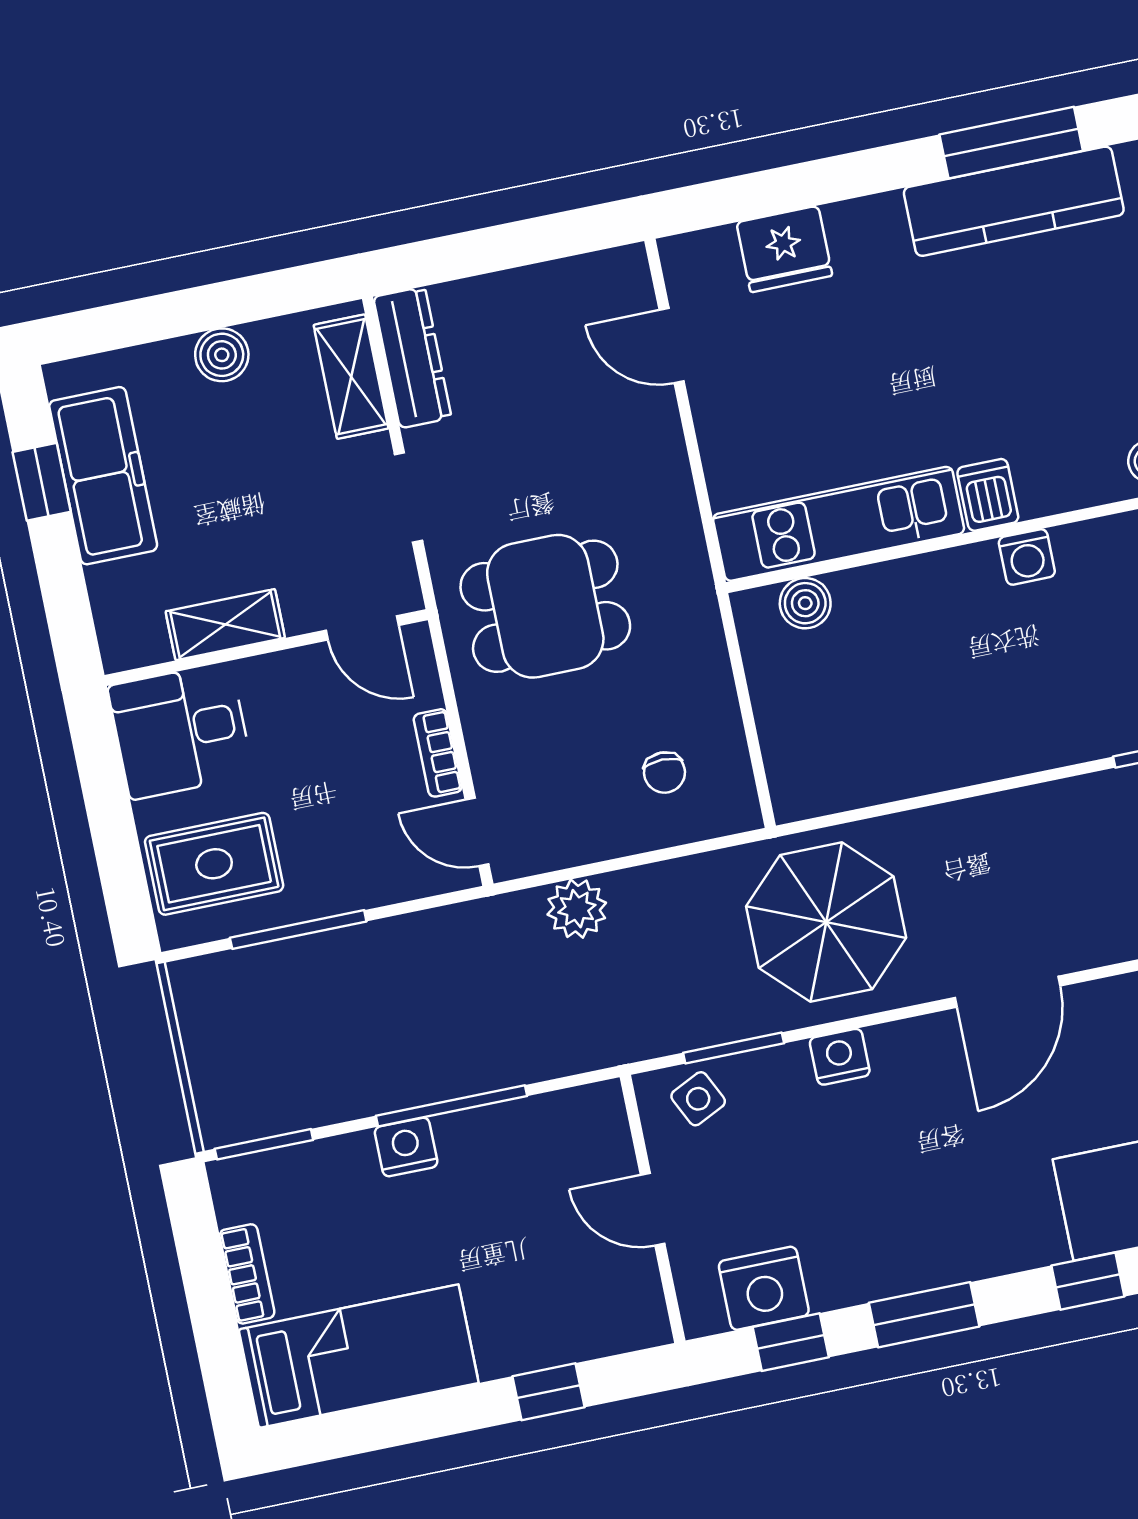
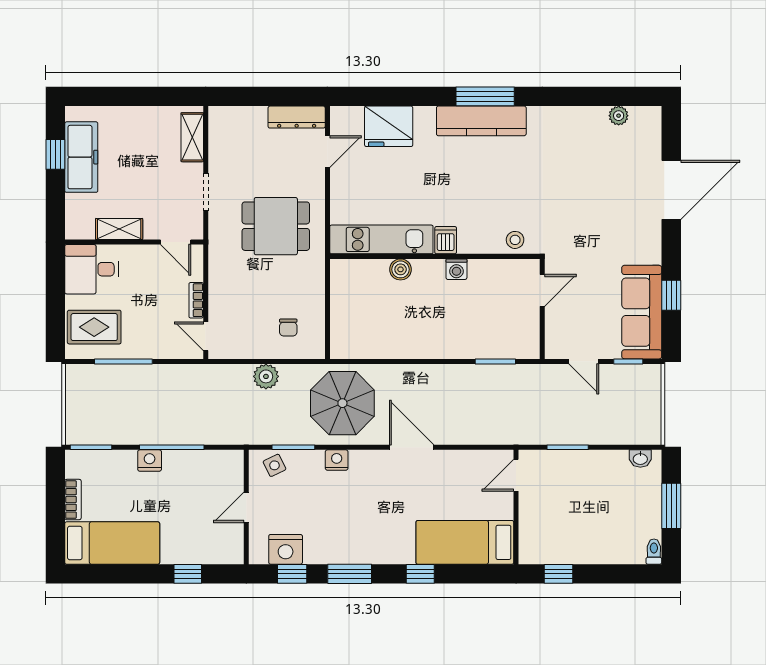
fridge: (784, 249) -> (389, 126), width x1.36, depth x1.34
door: (672, 346) -> (327, 152), swing flipped
boiler: (222, 355) -> (141, 117), removed
dresser: (412, 357) -> (297, 117), moved, turned 90
boiler: (805, 603) -> (401, 269), moved
dining table: (545, 606) -> (276, 226), moved
plant: (577, 909) -> (266, 376), moved
door: (1007, 992) -> (412, 447), swing flipped
door: (653, 1209) -> (246, 507), hinge flipped

